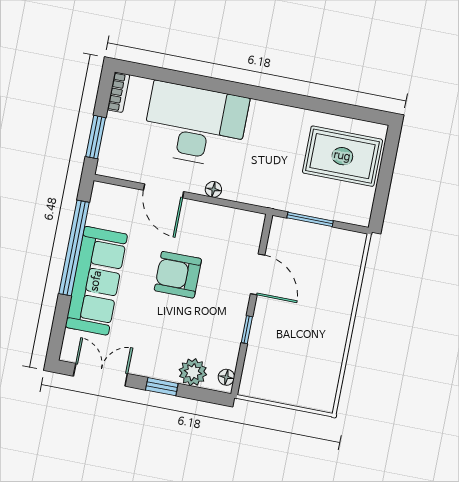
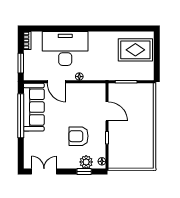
armchair: (178, 275) -> (79, 136), moved
sofa: (96, 281) -> (34, 107), moved
window: (162, 387) -> (84, 171), moved

